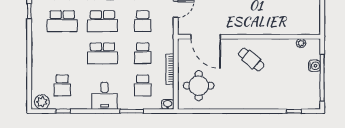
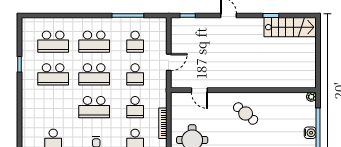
door: (206, 37) -> (199, 90), width x0.53
plant: (301, 43) -> (311, 97), moved
water cooler: (315, 66) -> (310, 133), moved

